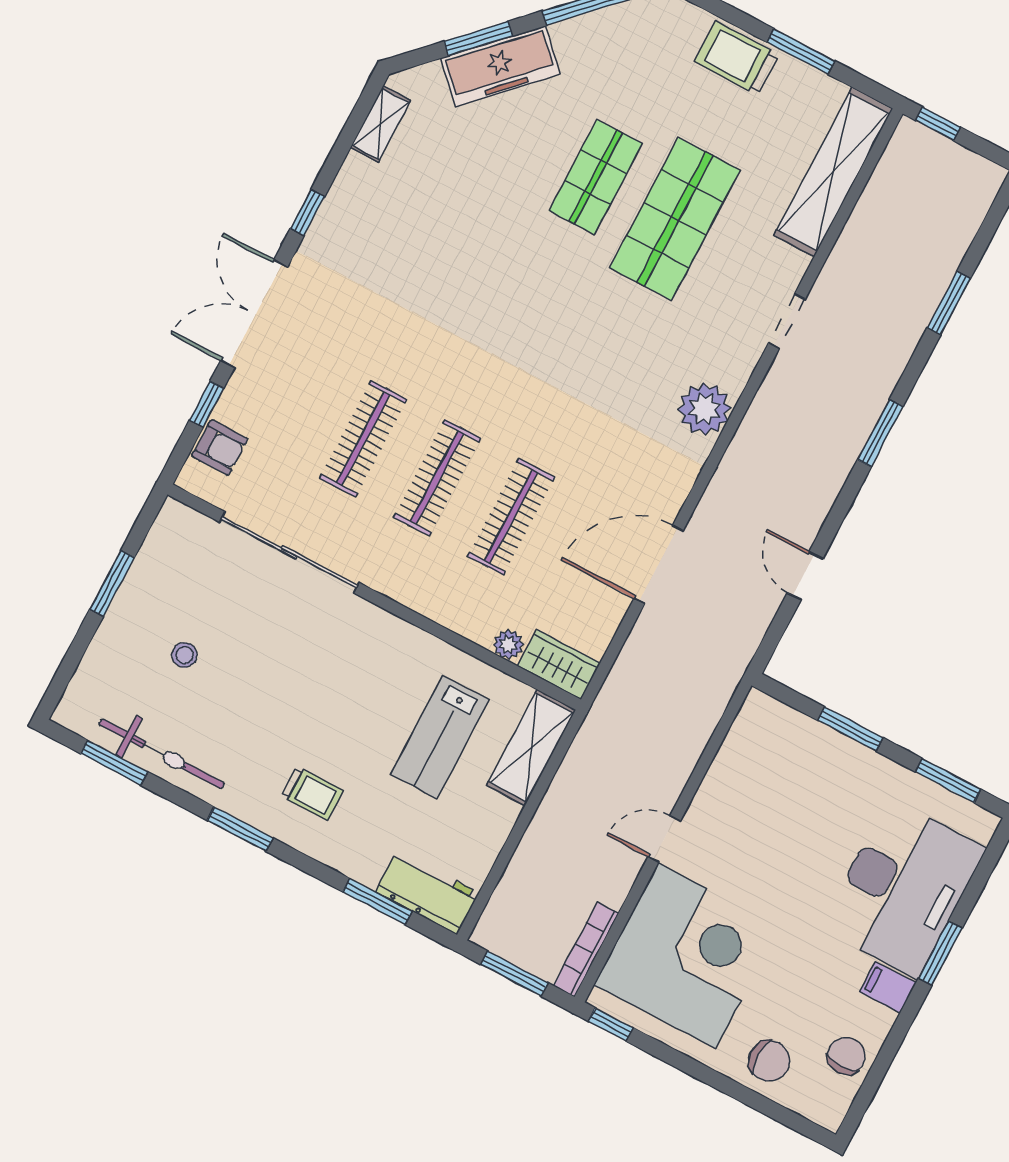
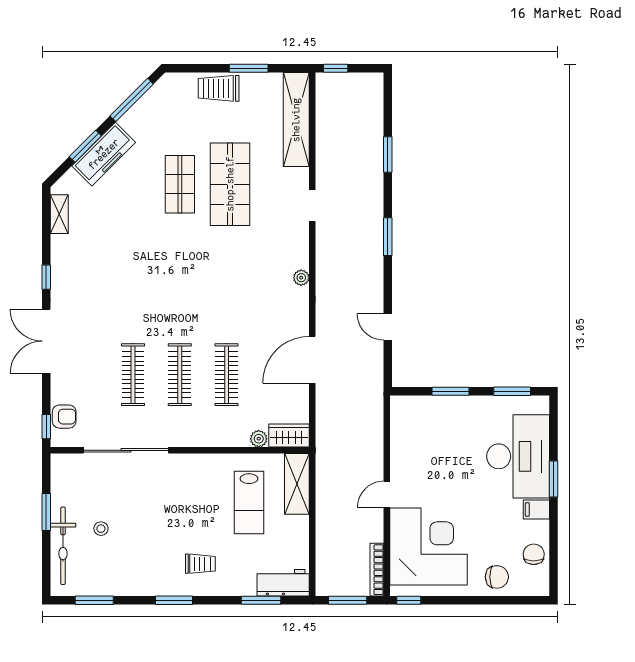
window: (207, 404) -> (46, 427), moved
plant: (704, 409) -> (301, 278), width x0.53, depth x0.53
bicycle: (162, 754) -> (63, 546), moved, turned 90

